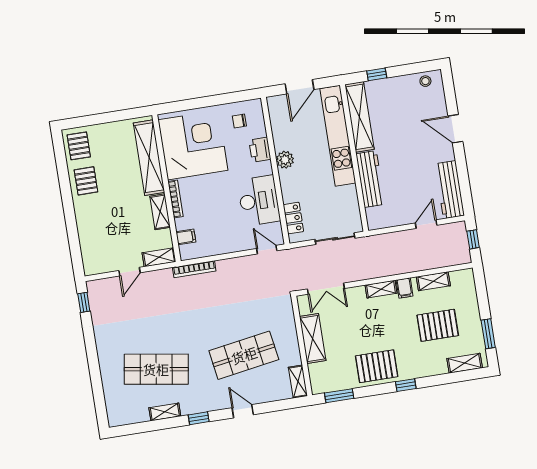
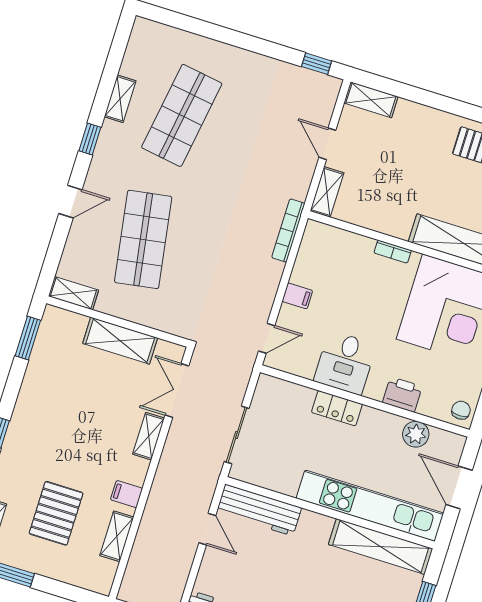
chair: (239, 121) -> (461, 410), moved
plant: (285, 160) -> (416, 434), moved
workbench: (370, 179) -> (259, 510), moved
bookcase: (176, 199) -> (393, 252), width x0.64
desk: (259, 201) -> (345, 363), width x0.73
shelving: (160, 212) -> (371, 100), moved
locker: (293, 218) -> (337, 408), moved
door: (426, 224) -> (207, 529), moved
filing cabinet: (186, 237) -> (297, 296), moved, turned -90
shelving: (381, 289) -> (149, 436), moved
pallet: (377, 366) -> (42, 407), removed

